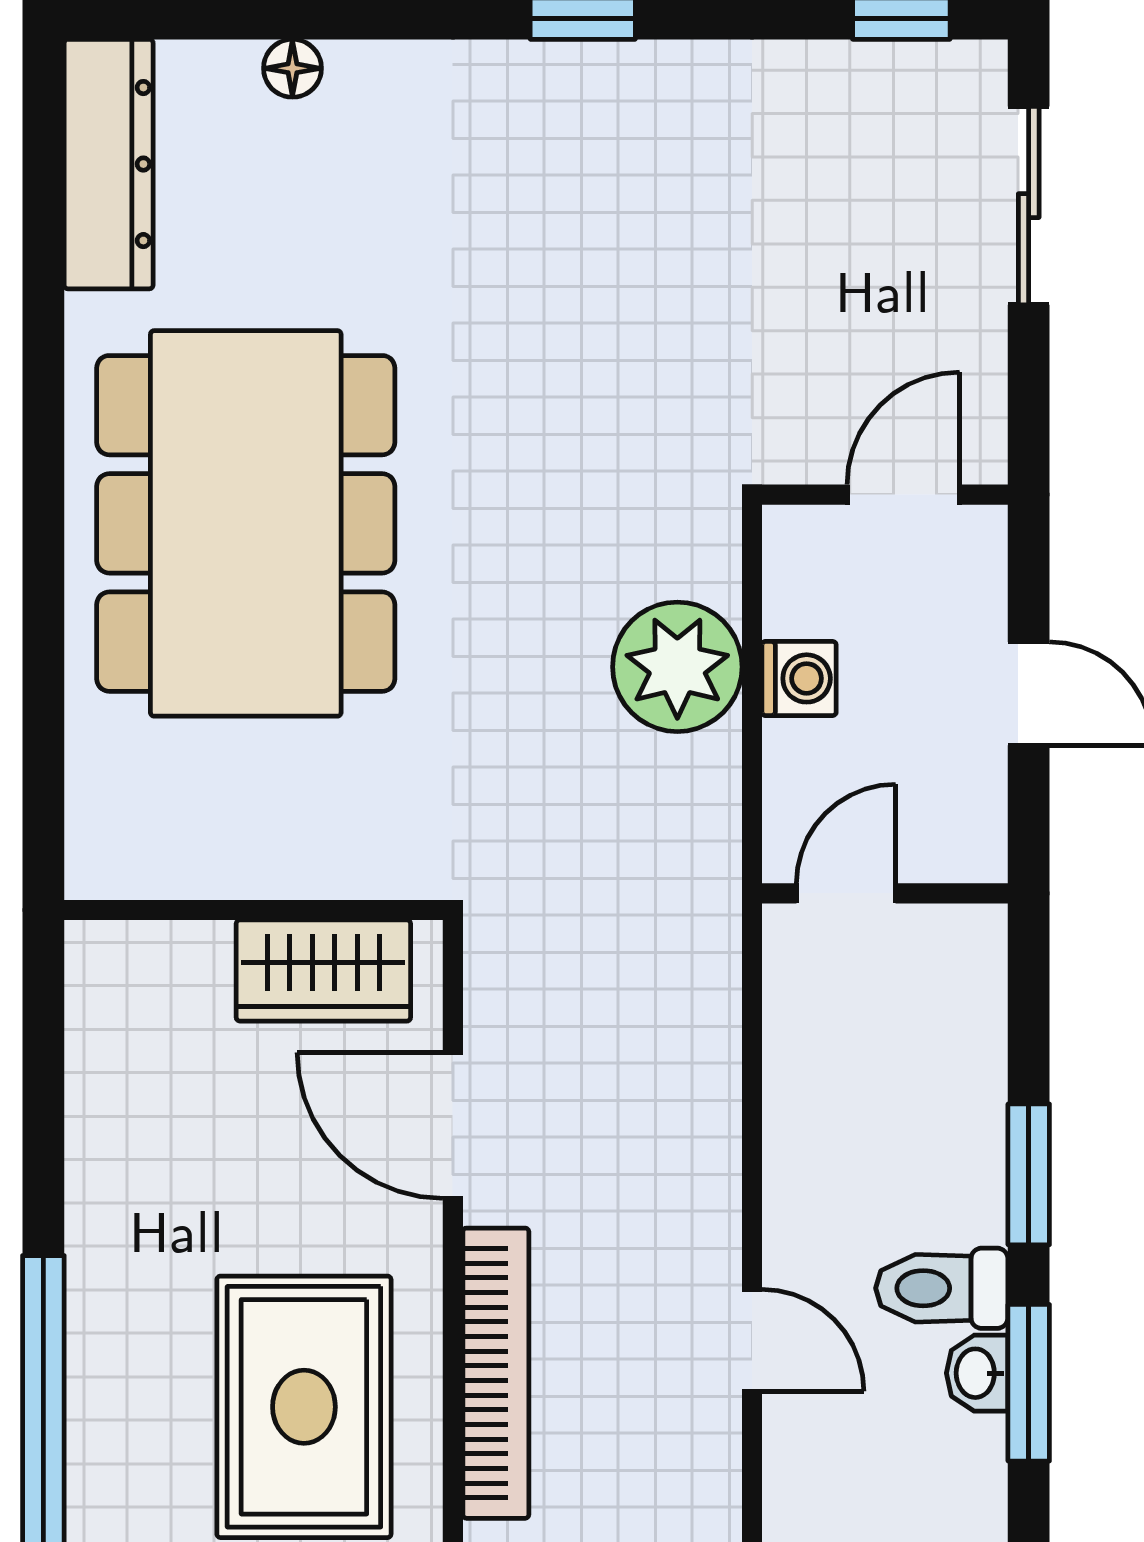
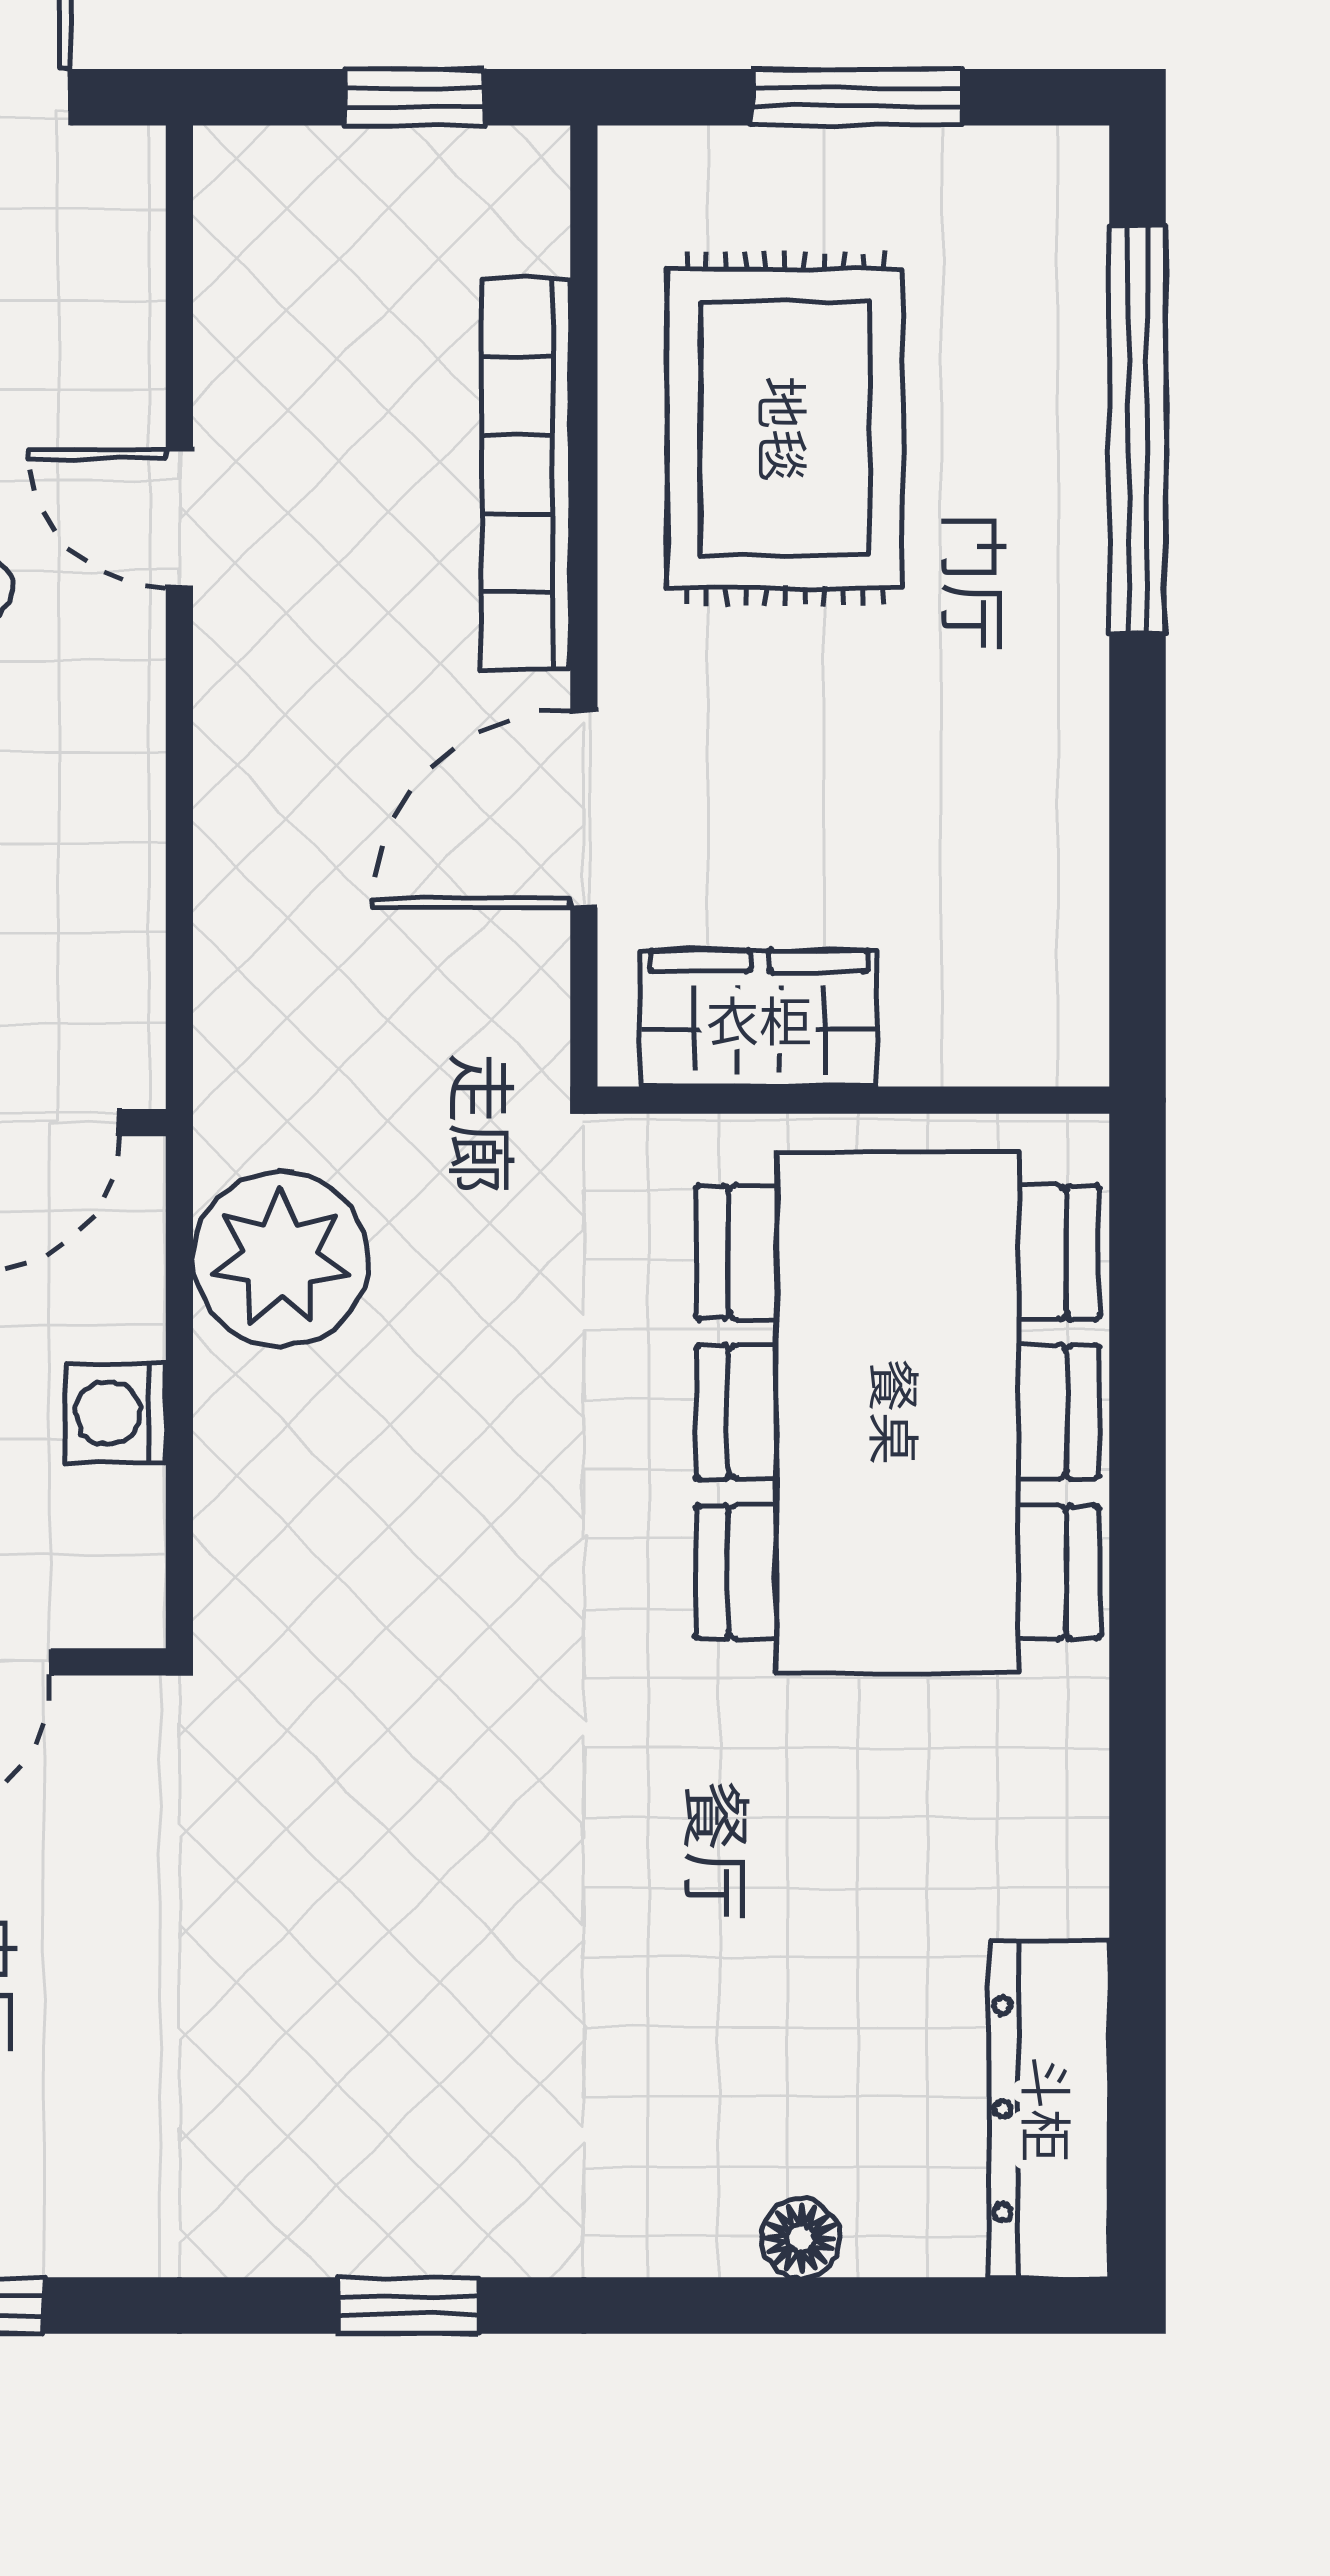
dining table: (246, 523) -> (897, 1412), moved
plant: (677, 667) -> (280, 1259), moved
door: (453, 1125) -> (584, 809), swing flipped

